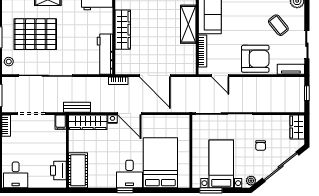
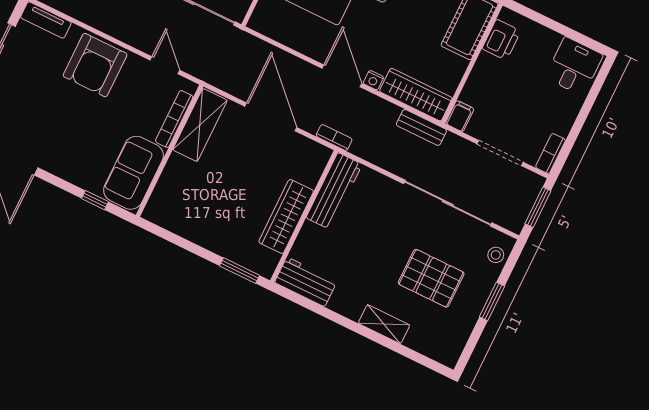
shelving: (188, 24) -> (200, 125), moved
coffee table: (278, 25) -> (31, 101), removed
pallet: (35, 34) -> (431, 278), width x0.73, depth x0.71
armchair: (255, 59) -> (95, 65), turned -90

